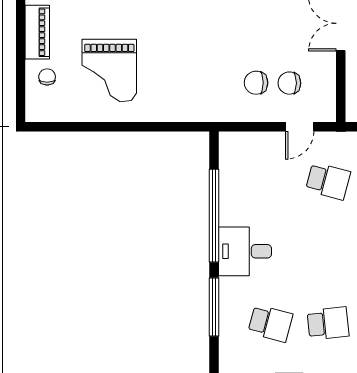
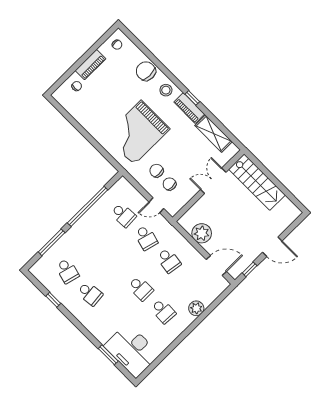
grand piano: (109, 70) -> (137, 132), moved, width x1.37, depth x1.48
school desk: (270, 181) -> (123, 215), added
desk: (245, 251) -> (86, 233), removed

